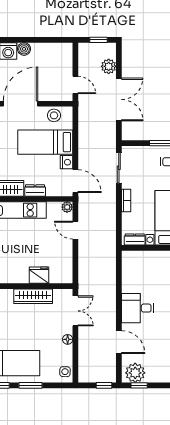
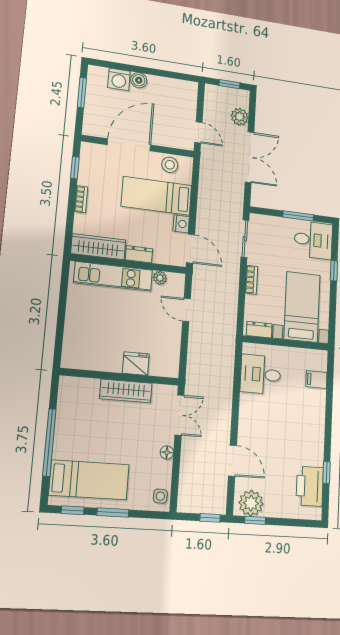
plant: (67, 207) -> (160, 278), moved
desk: (138, 308) -> (261, 374), moved

